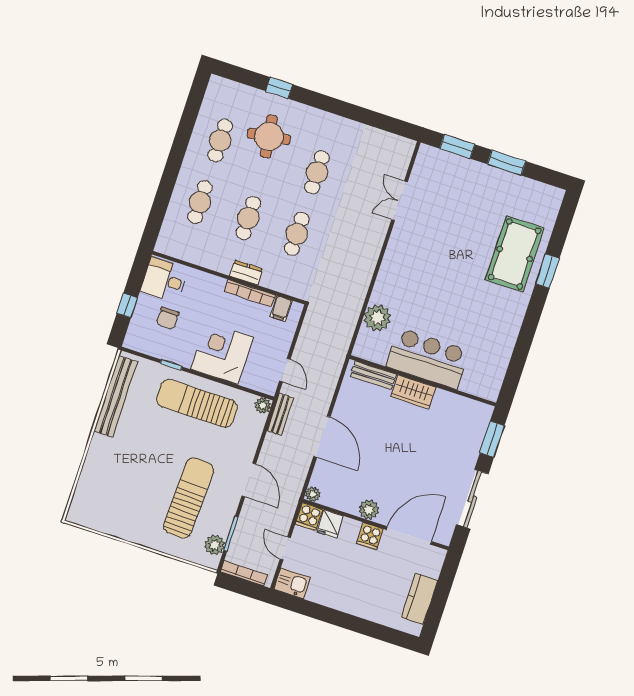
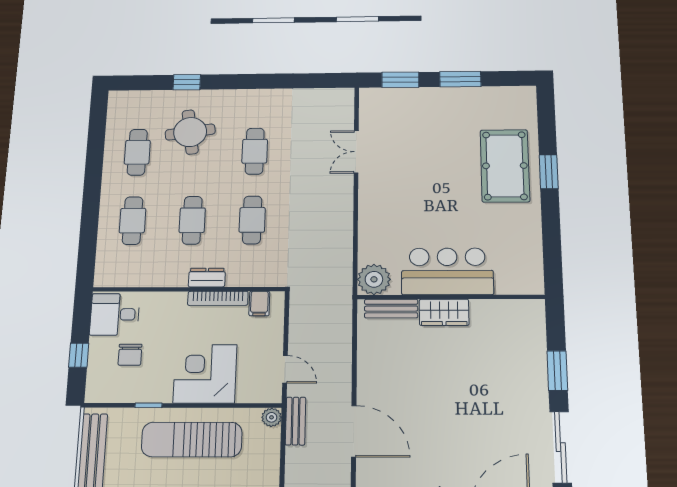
bar counter: (428, 358) -> (447, 271), moved
bench: (373, 375) -> (391, 309), moved
wall: (423, 381) -> (451, 297), moved
wardrobe: (413, 392) -> (444, 312), moved

